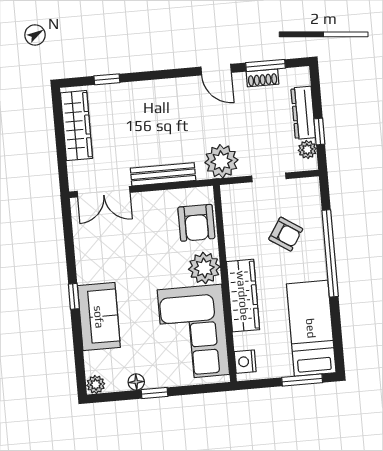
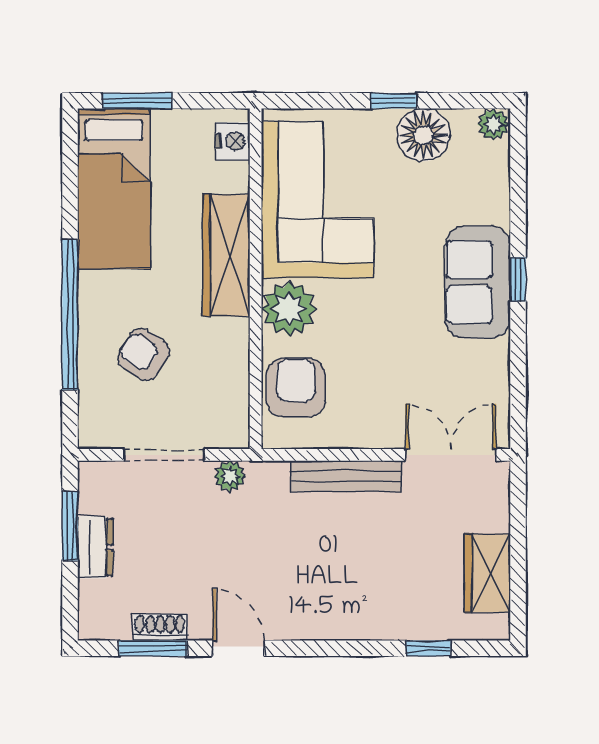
dresser: (303, 113) -> (95, 547), width x0.70
wardrobe: (76, 126) -> (488, 573), width x0.67
window: (319, 132) -> (70, 526), width x1.50
plant: (307, 149) -> (94, 497), removed
plant: (221, 161) -> (230, 476), width x0.53, depth x0.53
doorway: (269, 177) -> (164, 455), width x1.38
sofa: (99, 317) -> (478, 282), moved
floor lamp: (136, 382) -> (423, 135), width x1.89, depth x1.89

